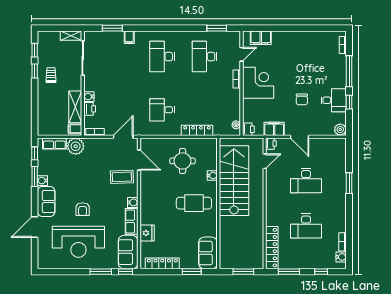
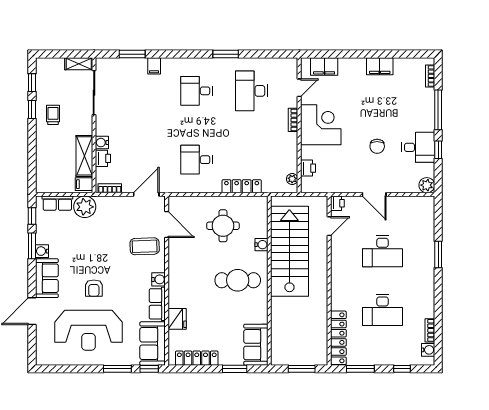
window: (217, 28) -> (226, 54), moved
desk: (162, 57) -> (197, 91), width x0.73
printer: (248, 129) -> (308, 168), moved
filing cabinet: (274, 129) -> (380, 66), moved, turned 180

